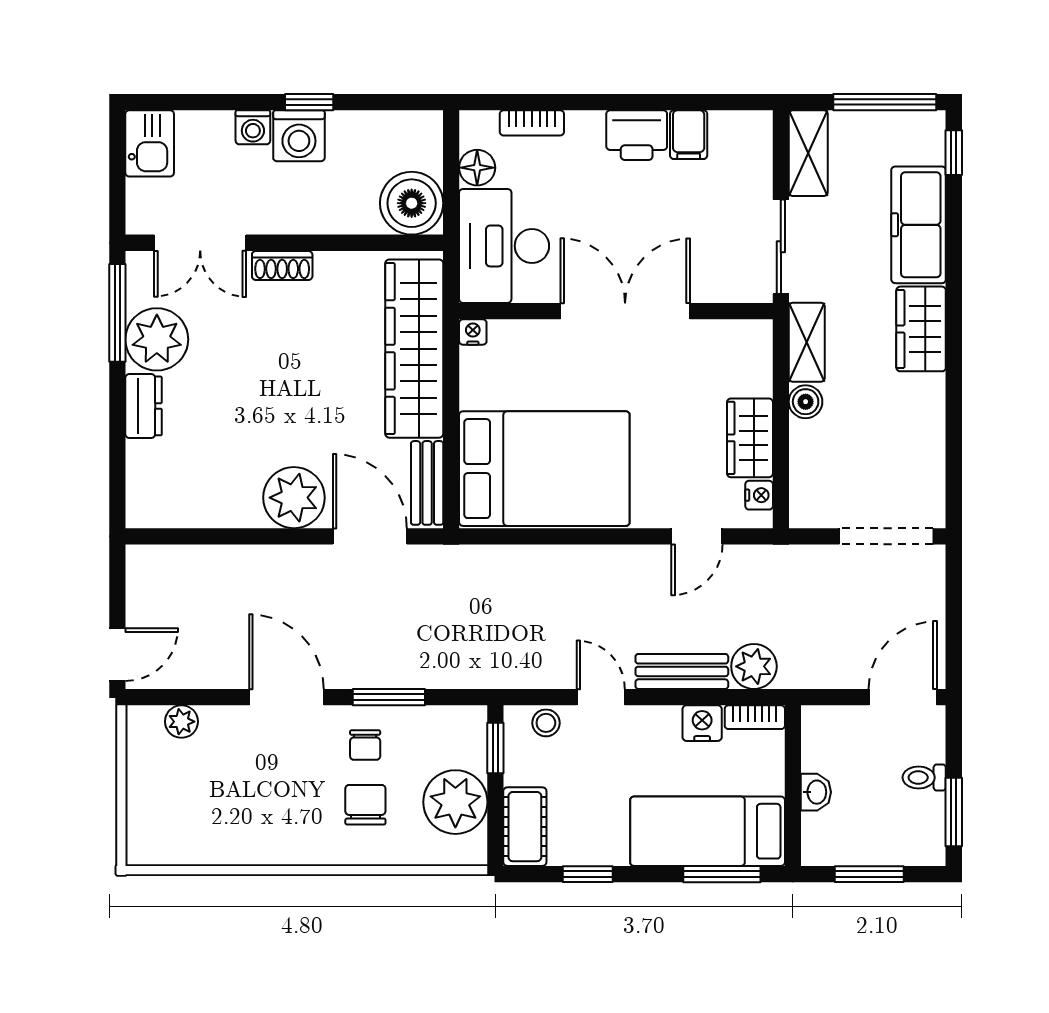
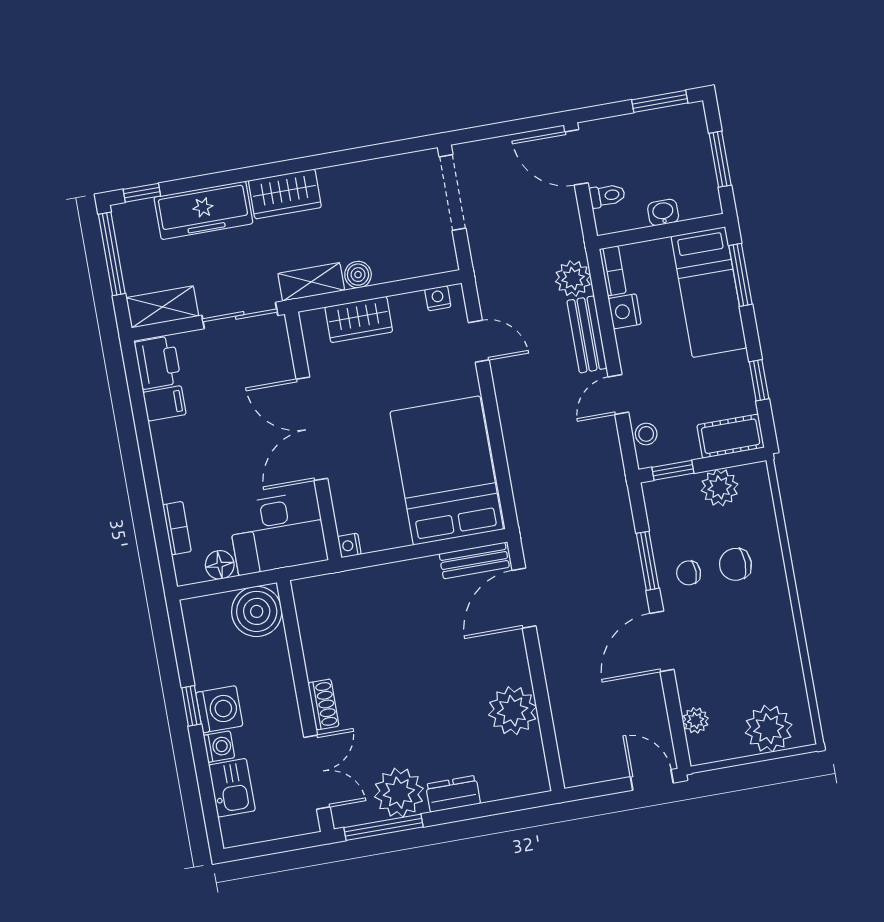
printer: (637, 135) -> (158, 363), moved
kitchen sink: (150, 143) -> (232, 788), moved, turned 90
wardrobe: (414, 349) -> (370, 589), removed
wardrobe: (750, 438) -> (359, 319), moved
plant: (294, 498) -> (513, 711), moved
chair: (365, 745) -> (689, 573), turned 180
toilet: (924, 777) -> (607, 196), moved, turned -90
plant: (455, 802) -> (720, 487), width x0.73, depth x0.73
plant: (155, 810) -> (769, 729), added

